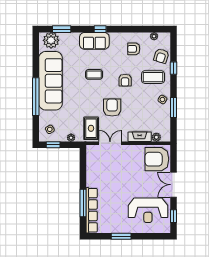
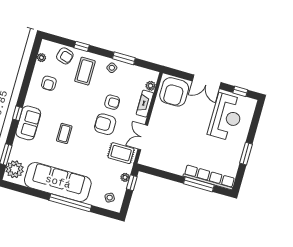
armchair: (125, 80) -> (112, 102), moved
window: (53, 145) -> (132, 183), moved

